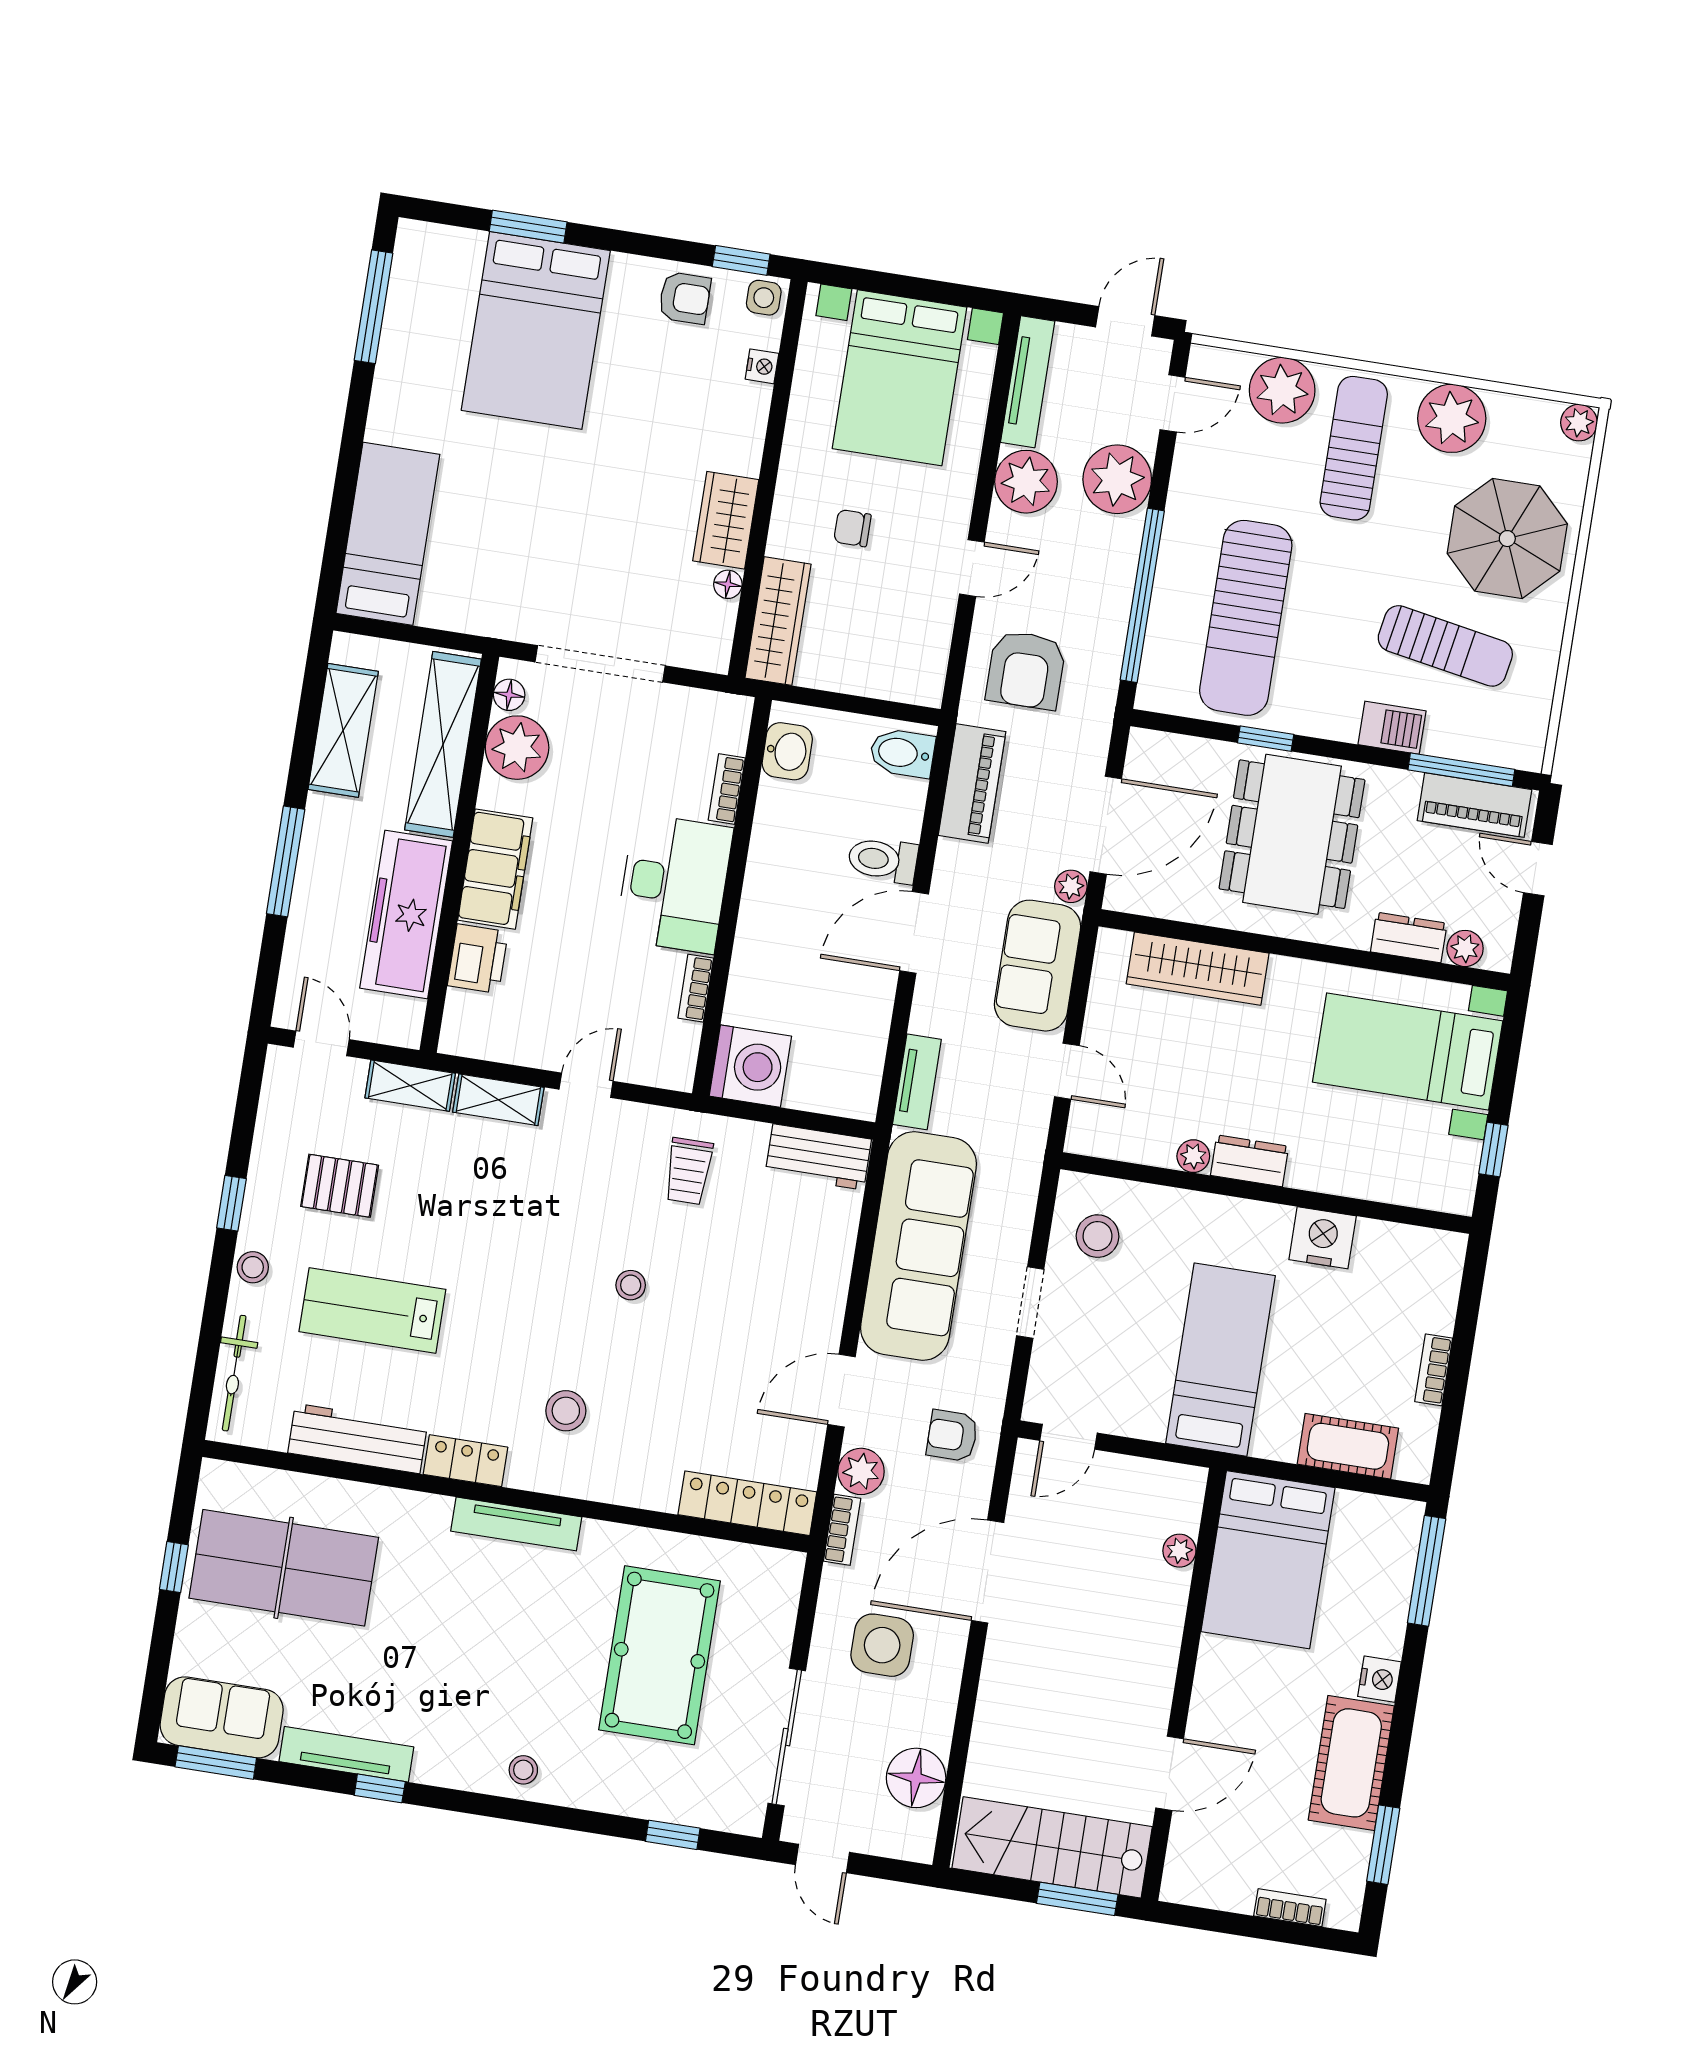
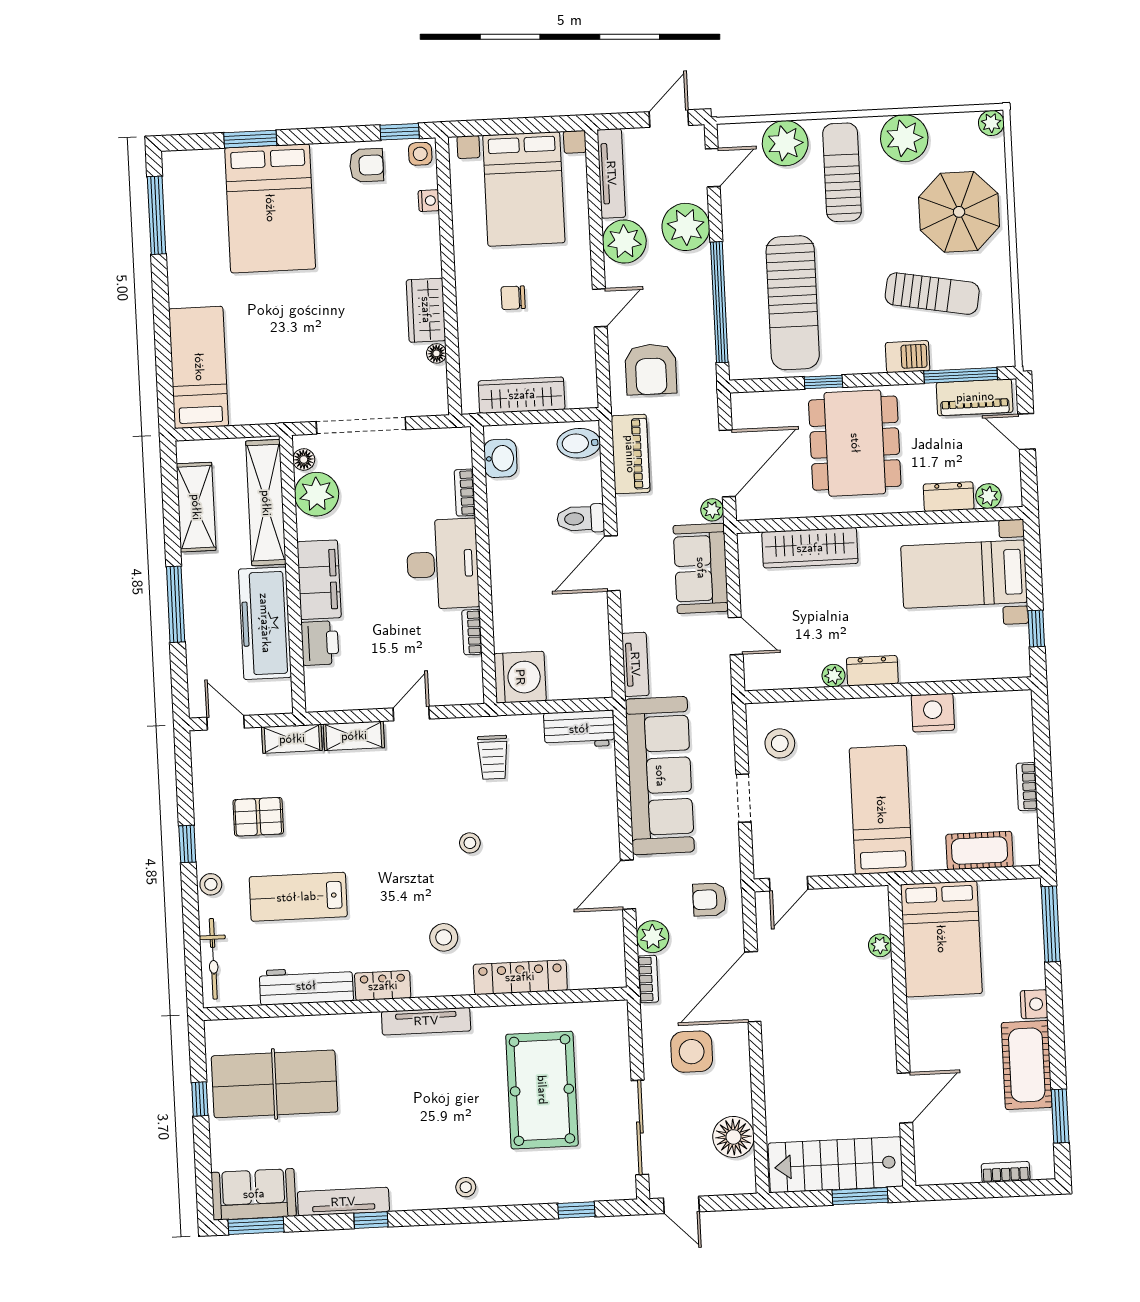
wardrobe: (778, 621) -> (522, 395), moved, turned -90
locker: (747, 1503) -> (520, 977), moved

